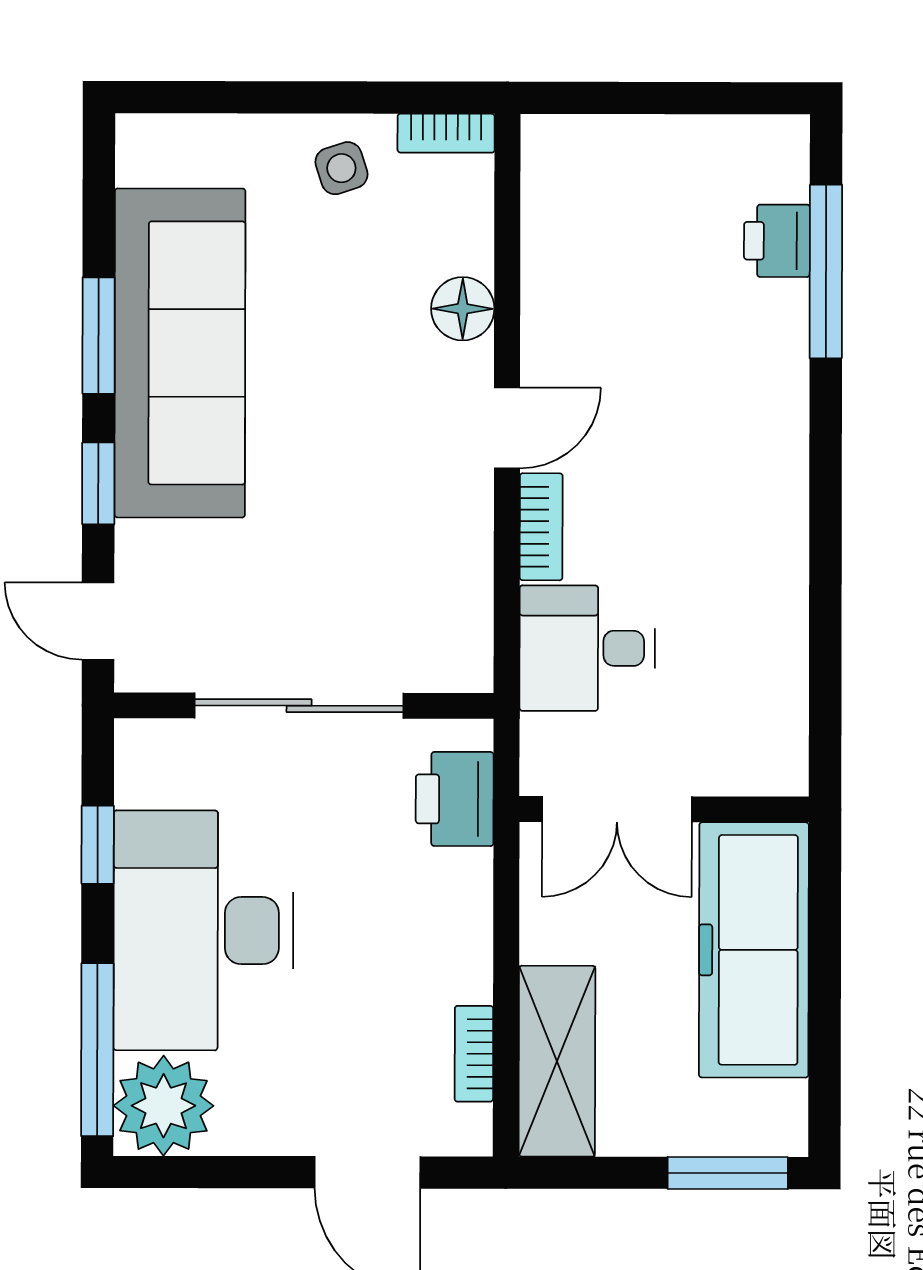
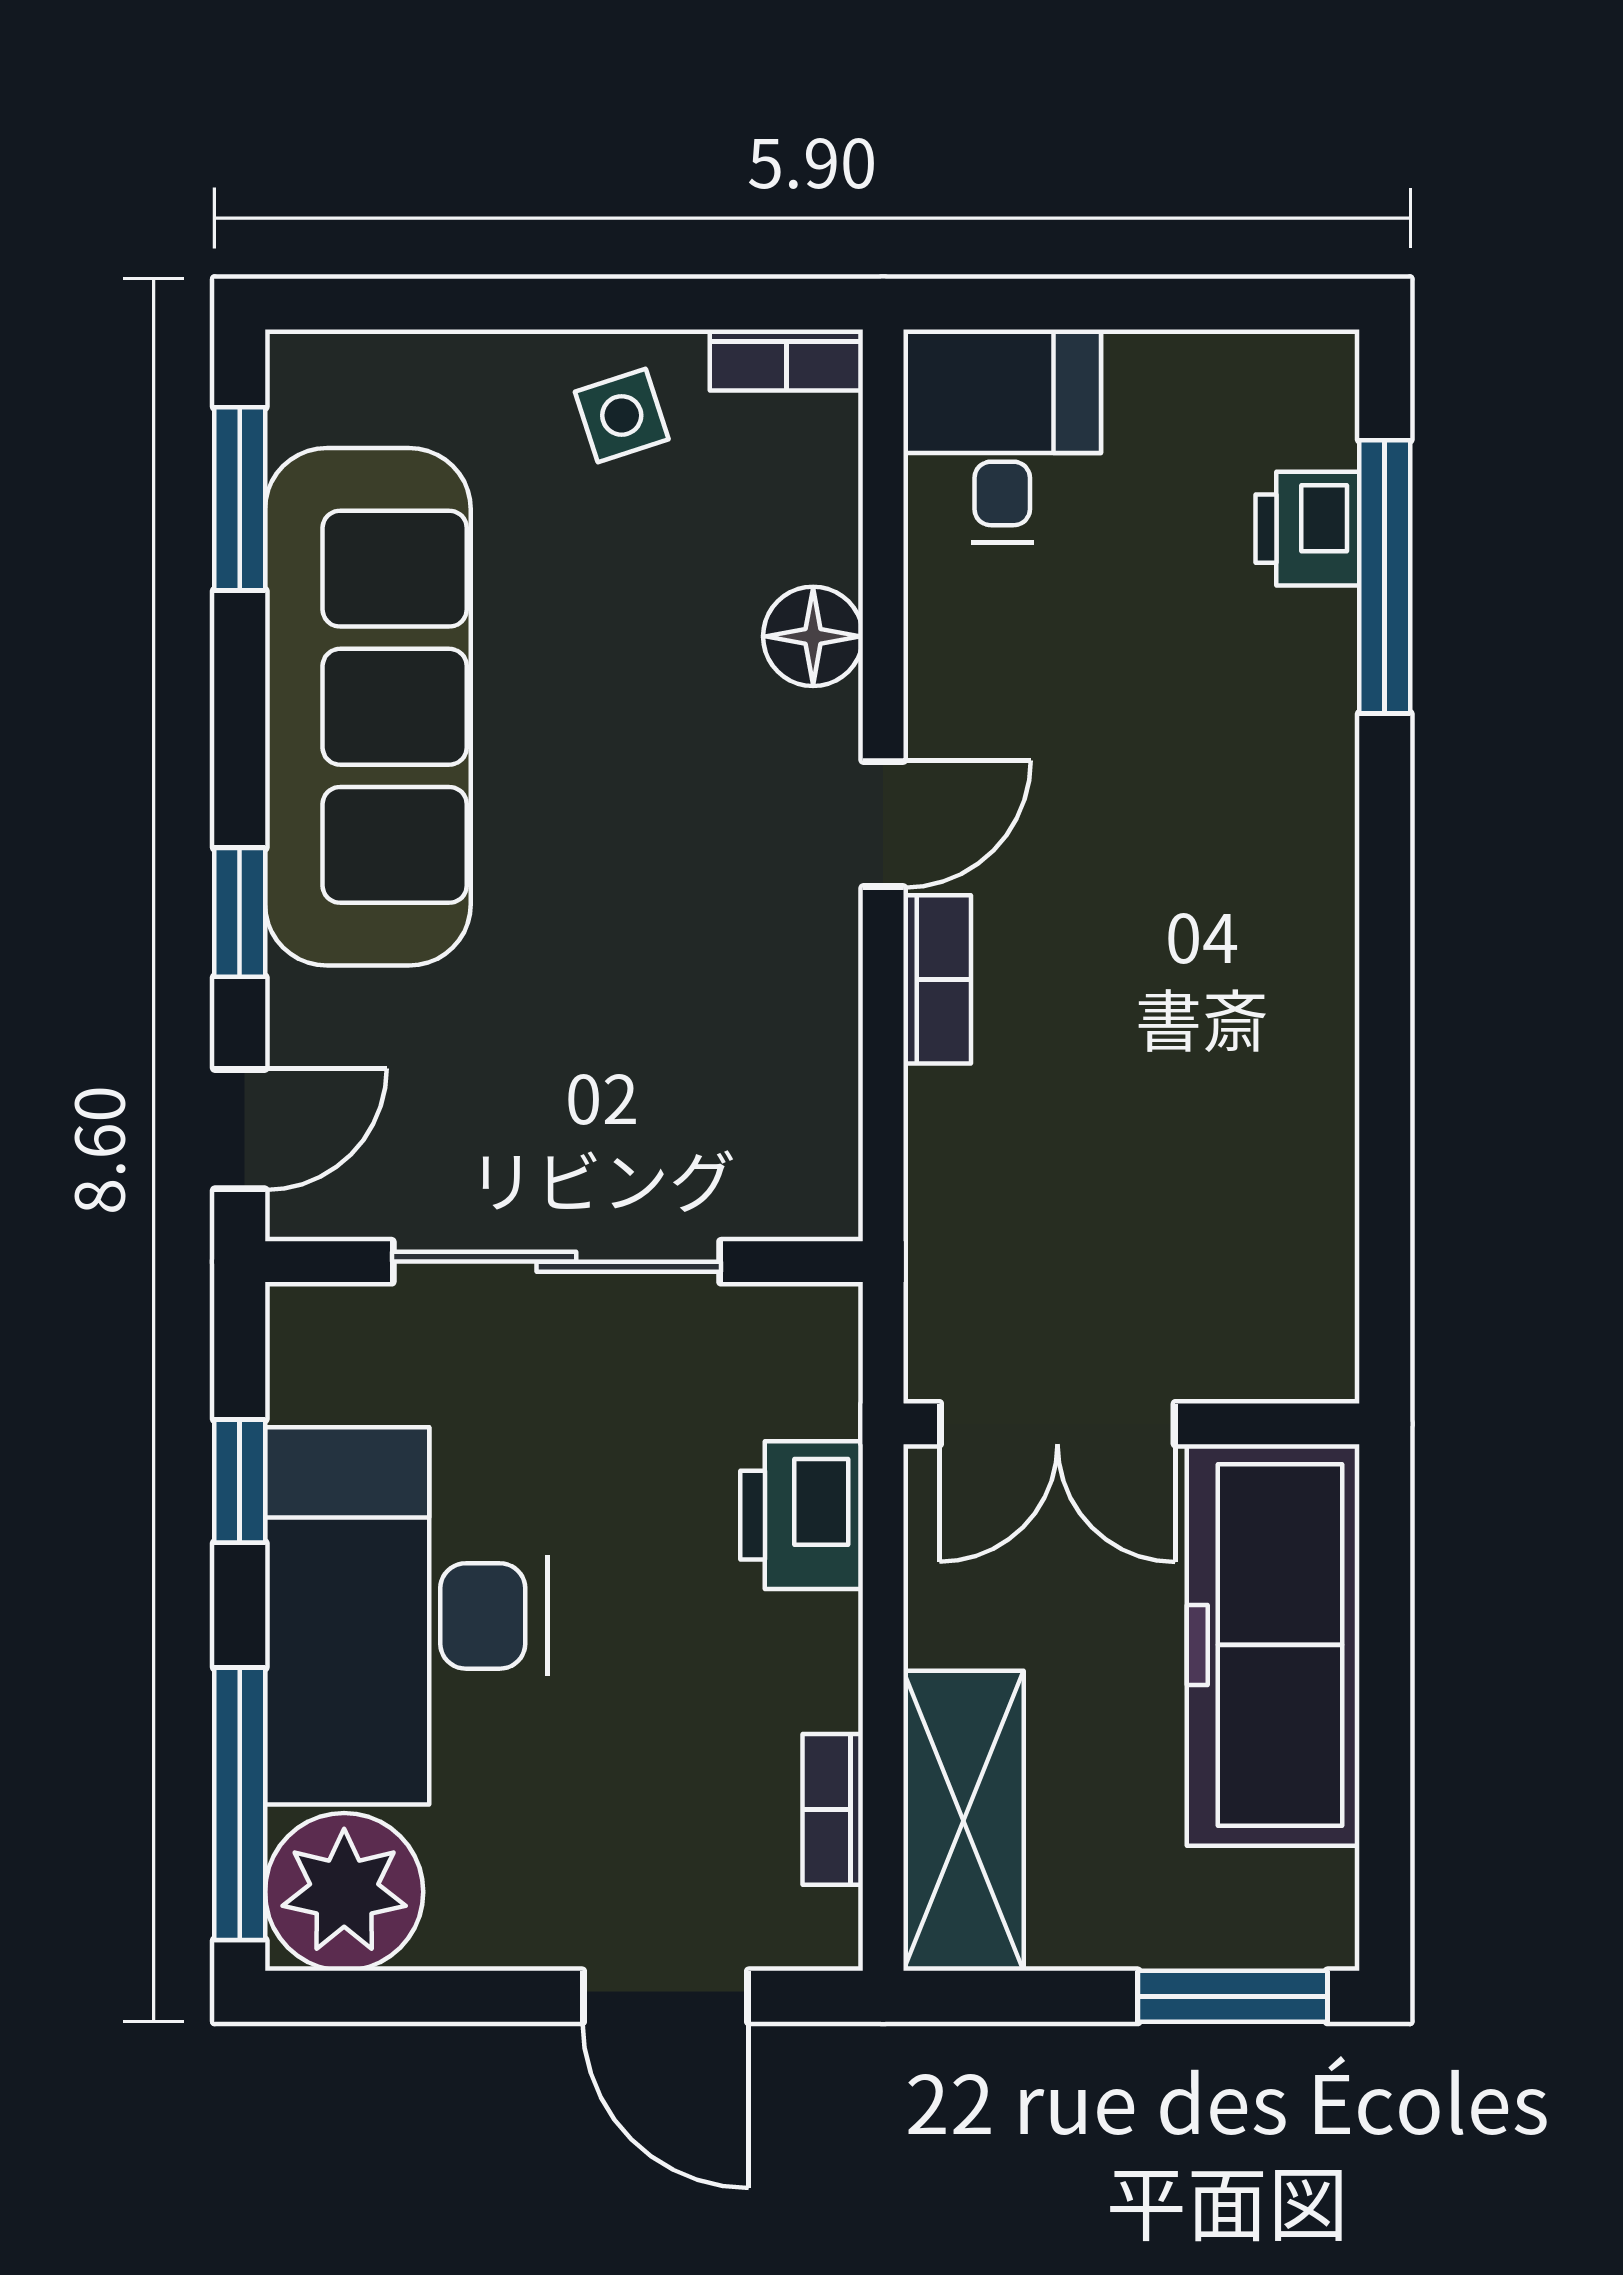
window: (99, 336) -> (240, 499), moved
door: (98, 621) -> (240, 1129), swing flipped
desk: (587, 648) -> (1002, 436), moved, turned 90
printer: (455, 799) -> (802, 1515), moved

